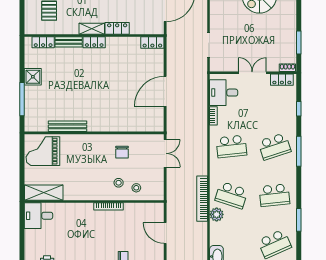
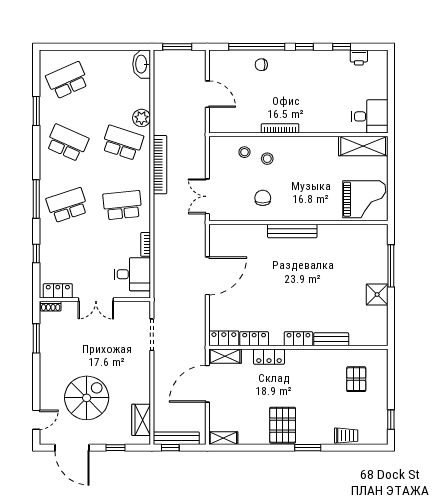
shelving: (92, 29) -> (225, 356), moved
locker: (43, 42) -> (254, 339), moved
bench: (68, 126) -> (292, 231), moved
school desk: (275, 195) -> (67, 143), turned 30
bookcase: (202, 199) -> (160, 165), moved

